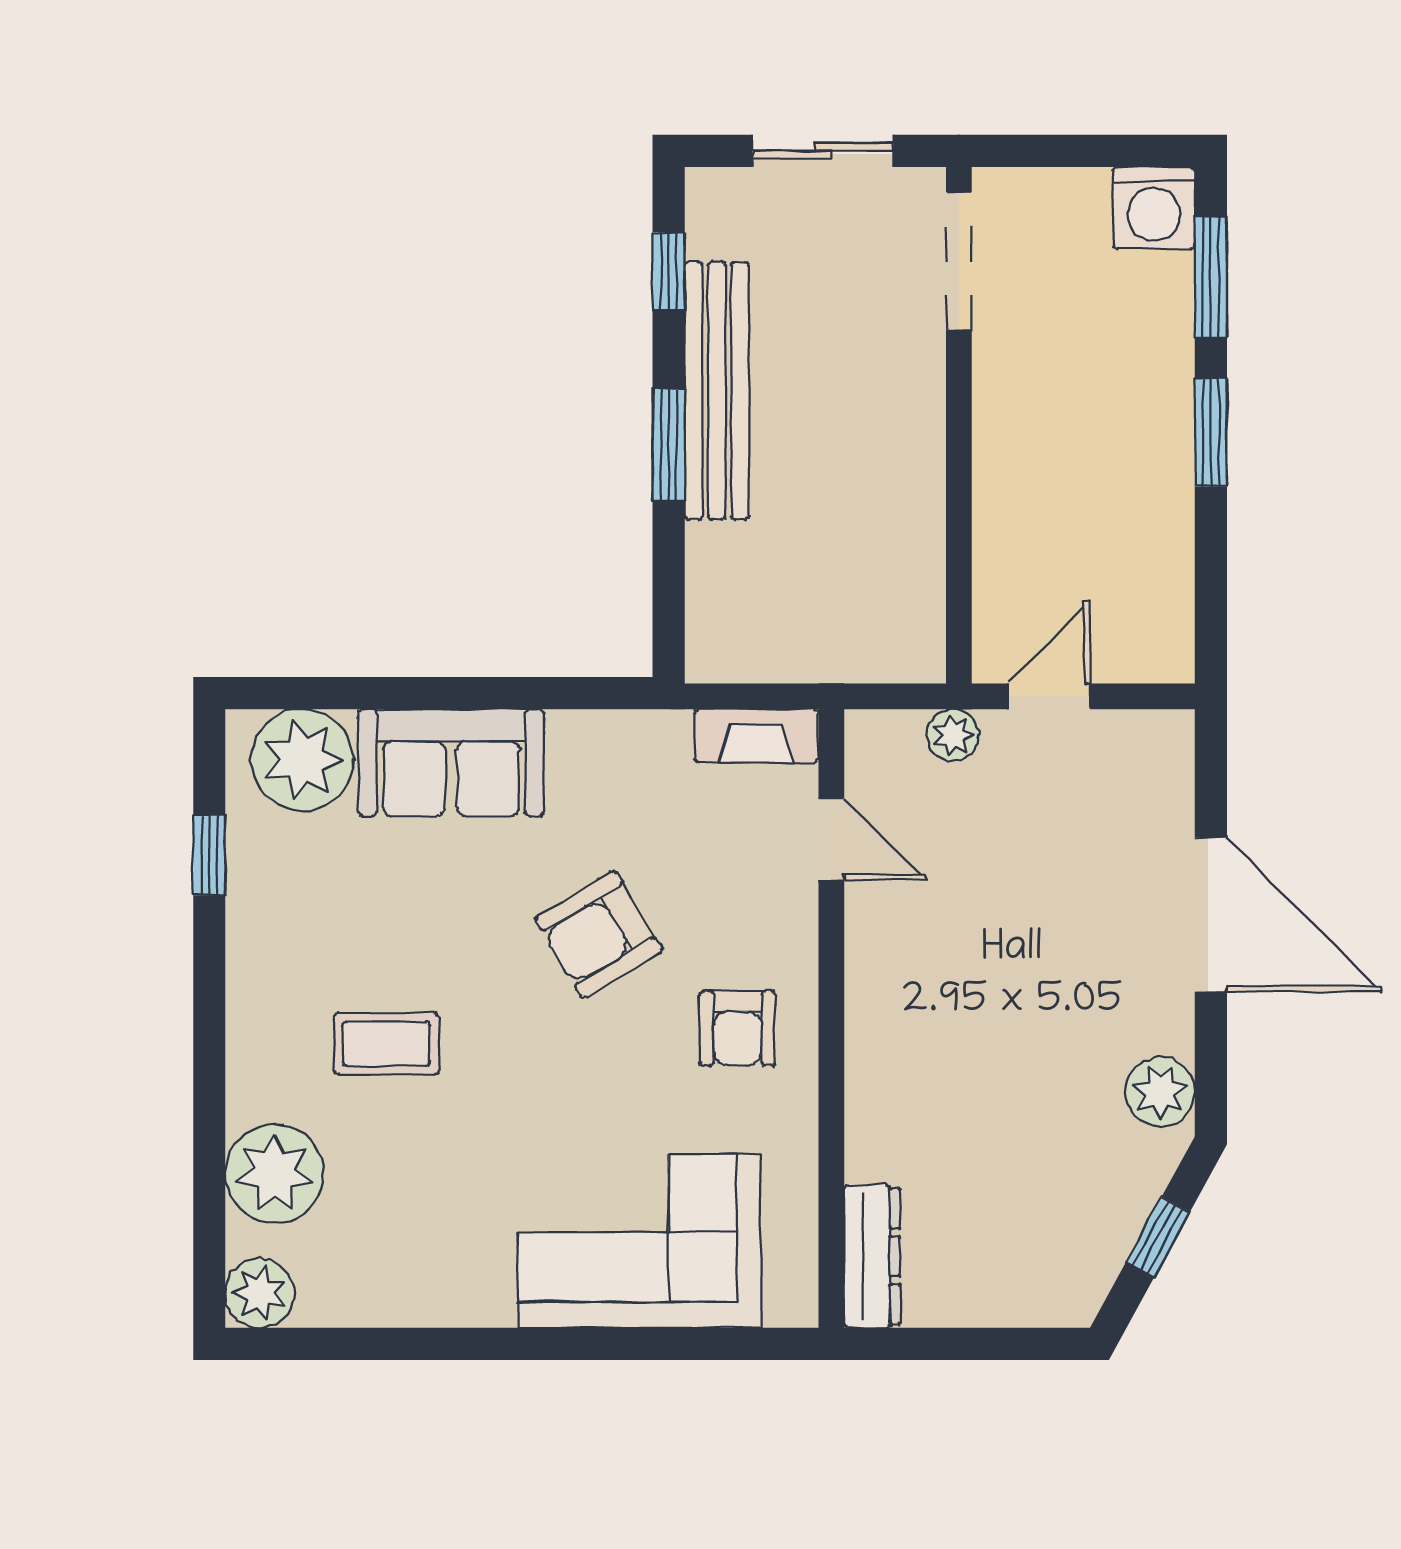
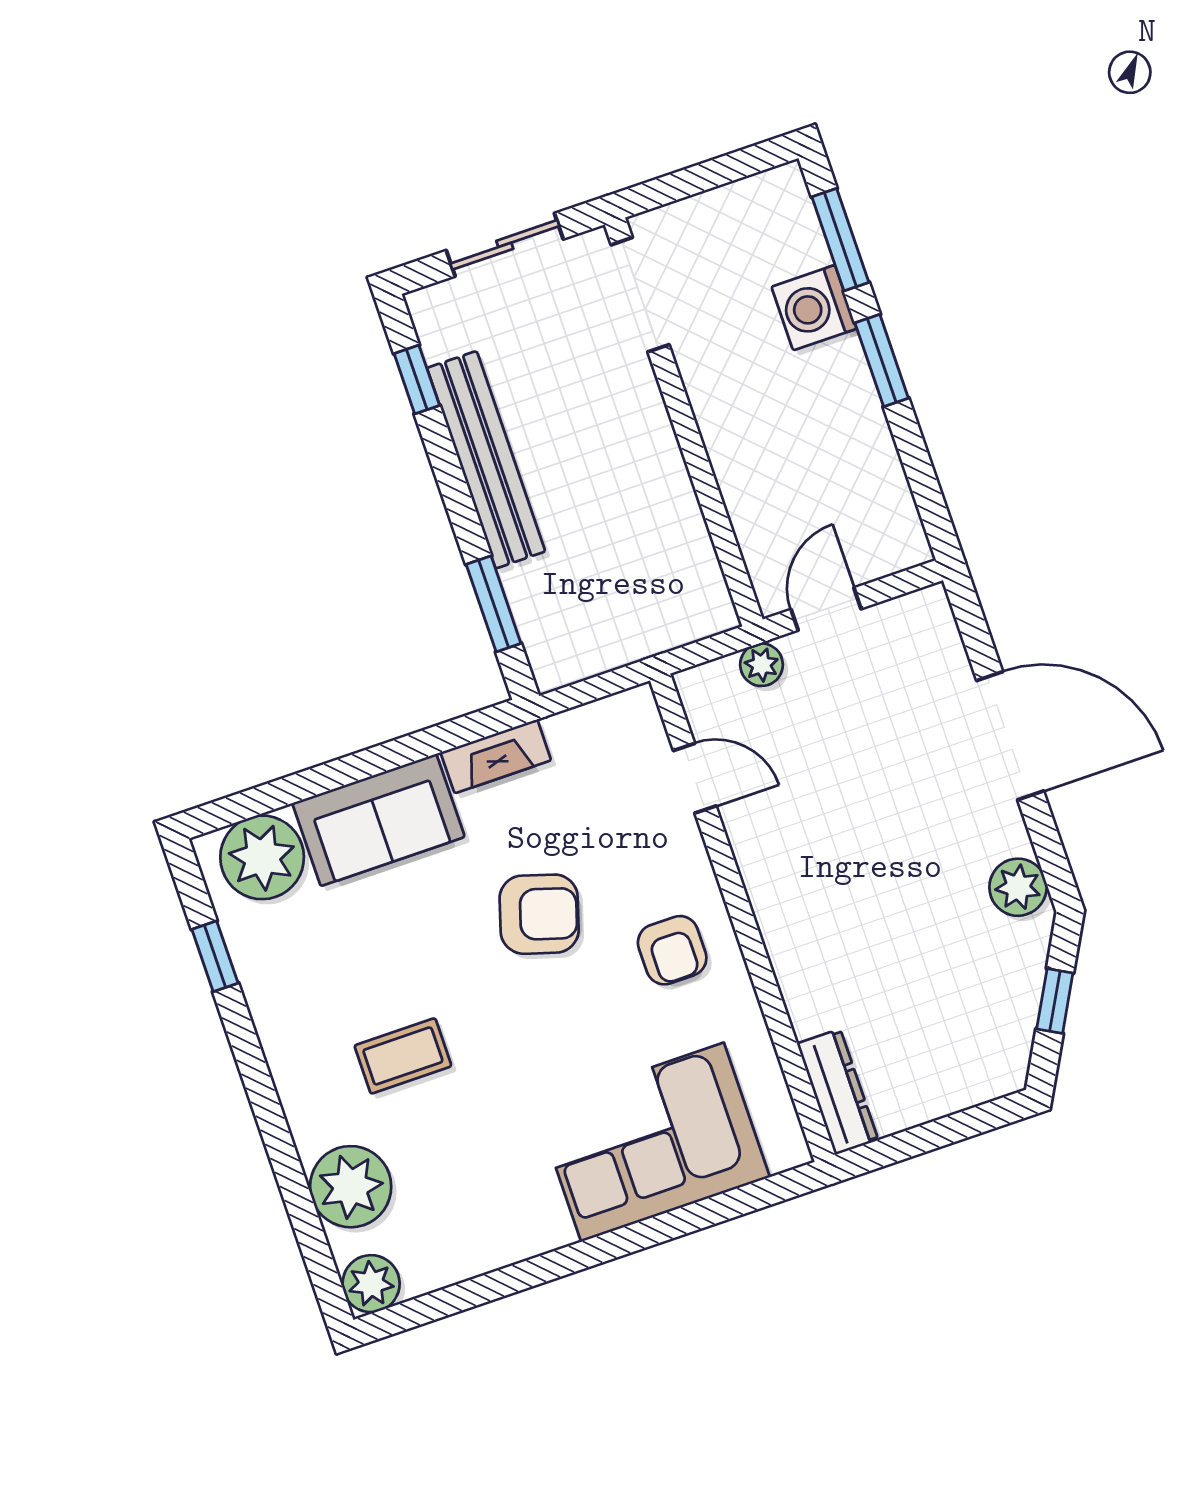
washing machine: (1154, 208) -> (814, 308), moved, turned 90
window: (669, 445) -> (494, 604), moved
fireplace: (756, 736) -> (496, 756), moved
armchair: (599, 934) -> (539, 914), turned -132

